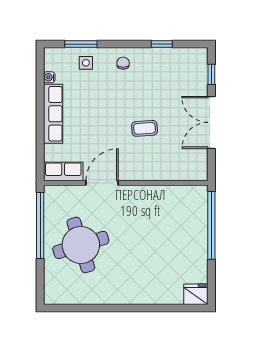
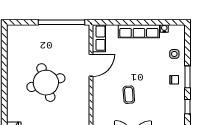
window: (81, 44) -> (187, 77), moved
door: (102, 183) -> (91, 65), hinge flipped
round table: (81, 245) -> (46, 83), moved

